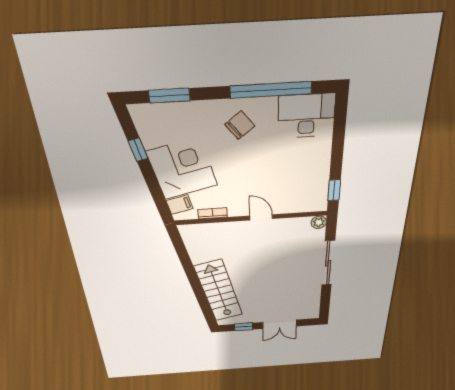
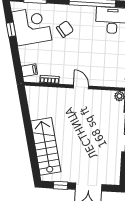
chair: (240, 125) -> (65, 29), moved
corner desk: (182, 169) -> (32, 26), moved

